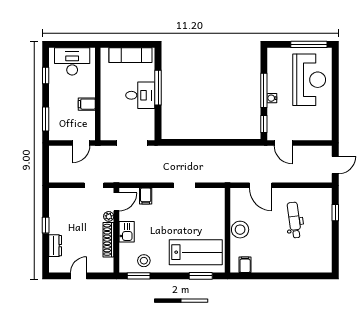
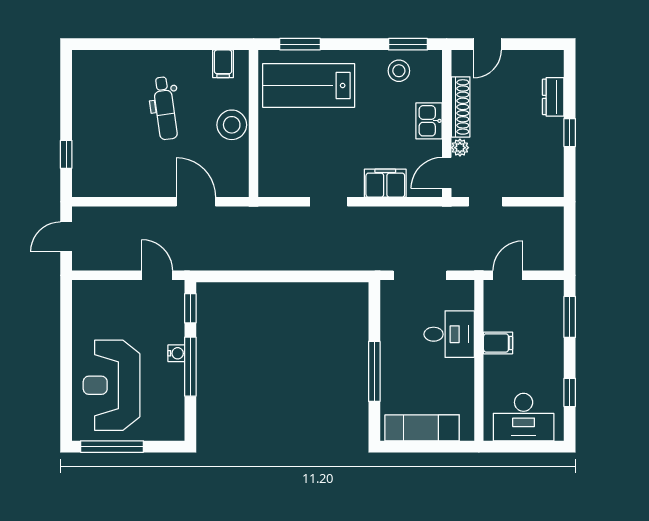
desk: (140, 95) -> (449, 334), moved, turned 180
filing cabinet: (146, 196) -> (385, 183), width x2.00
dental chair: (294, 220) -> (165, 108), moved
door: (79, 276) -> (487, 44), moved

